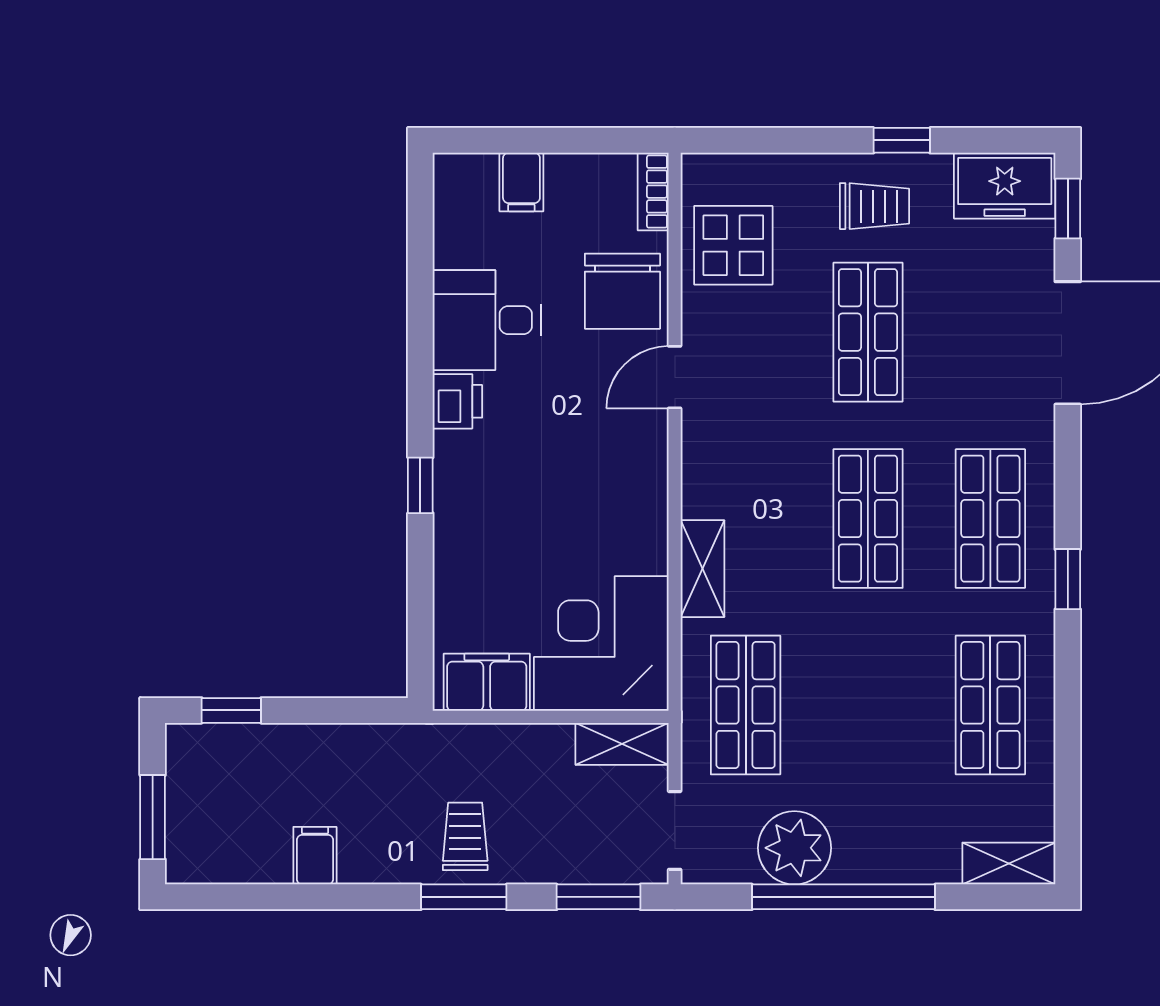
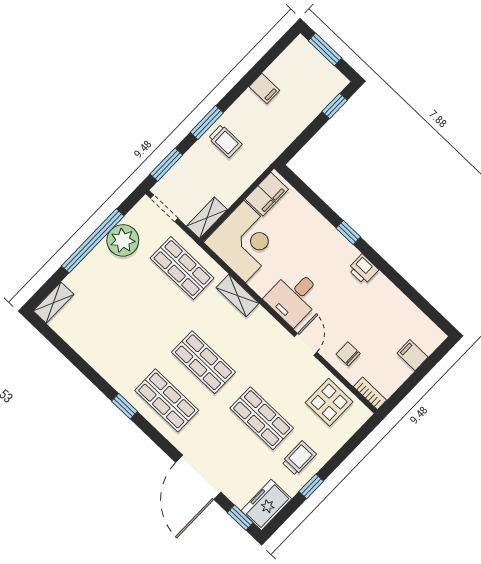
trolley: (875, 206) -> (299, 458), turned 180
chair: (622, 291) -> (348, 354), width x0.54, depth x0.54
desk: (487, 320) -> (294, 297), moved, turned 180
shop shelf: (990, 705) -> (109, 344), removed

